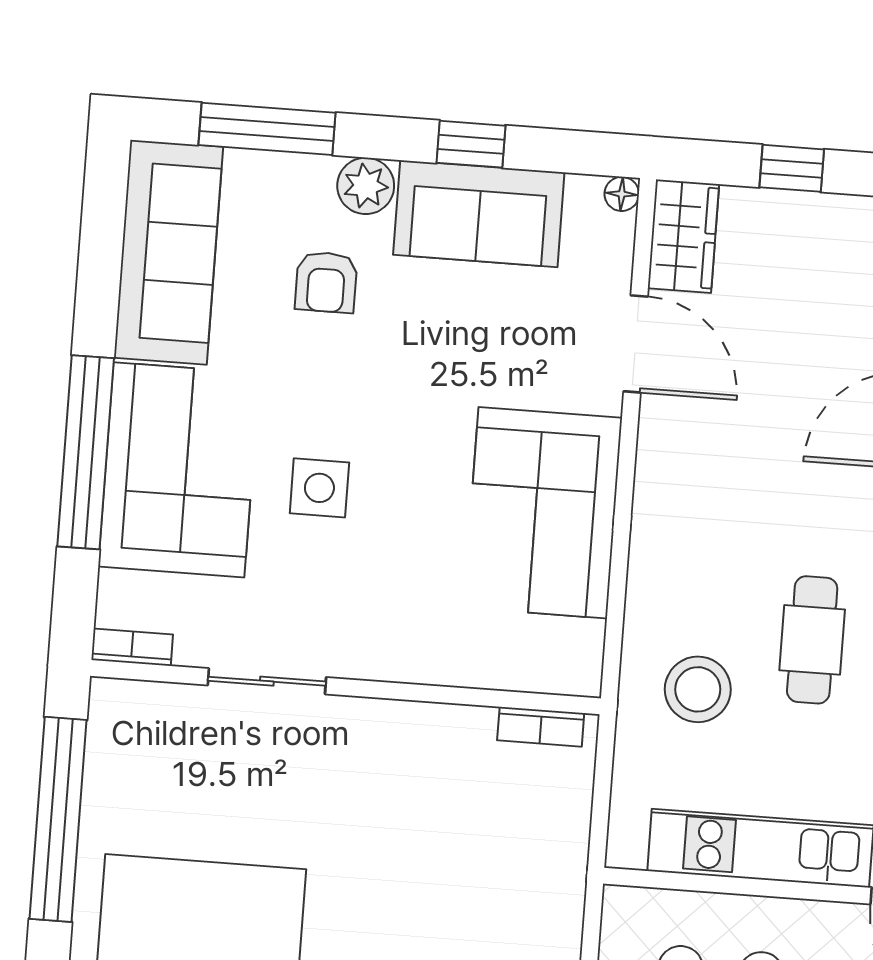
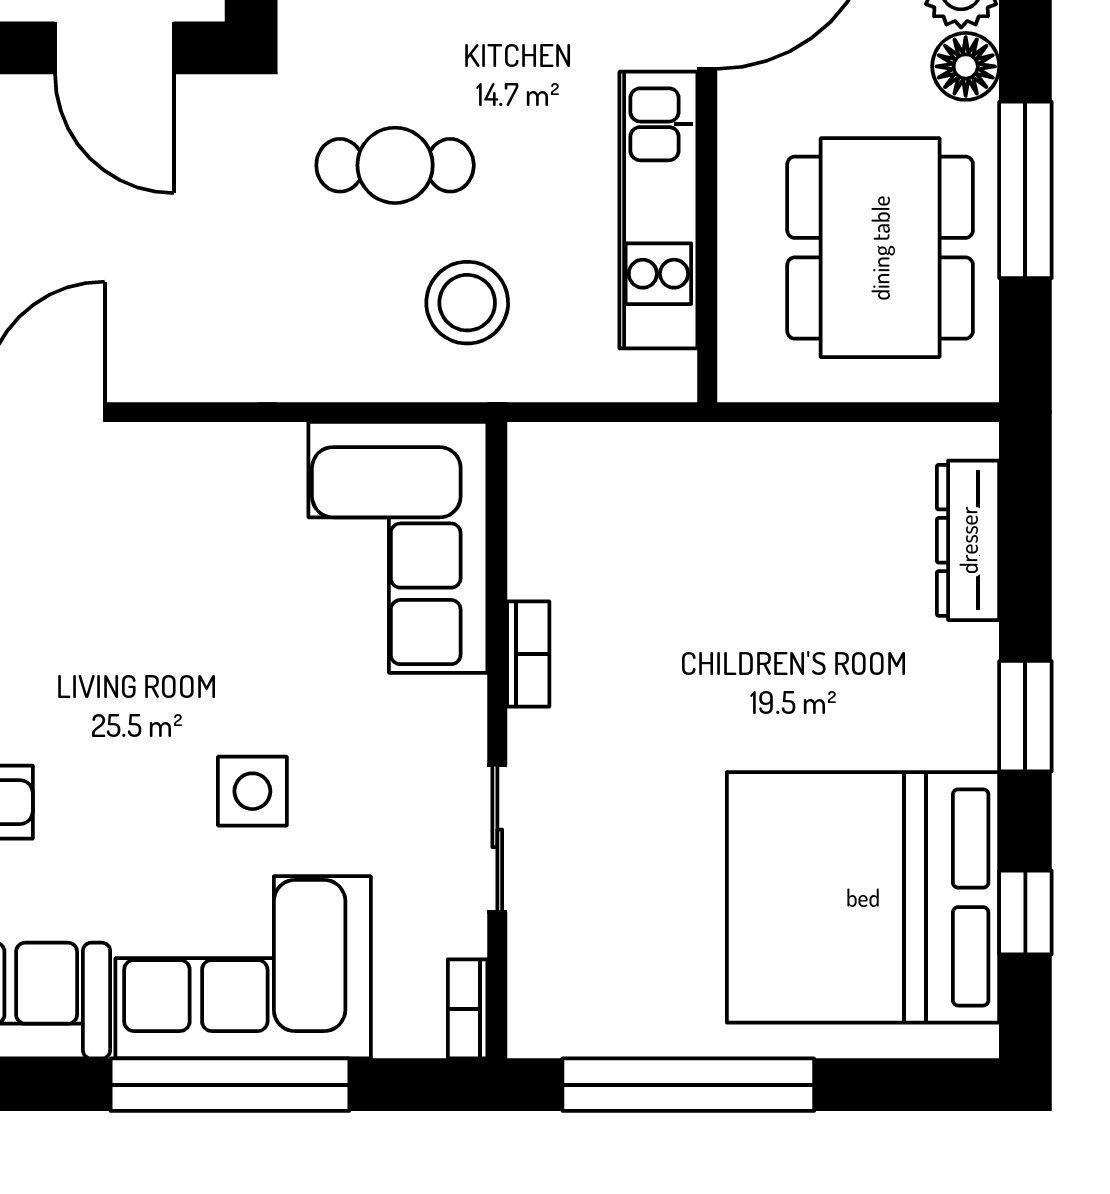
corner sofa: (543, 513) -> (398, 547), moved, turned 90
bookcase: (541, 727) -> (528, 654), moved

